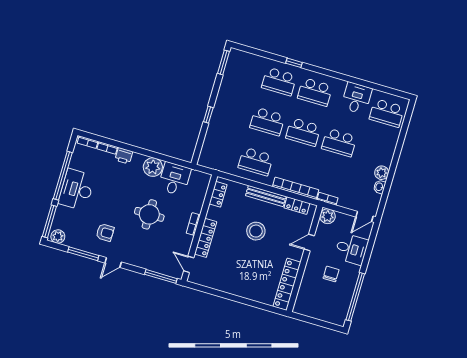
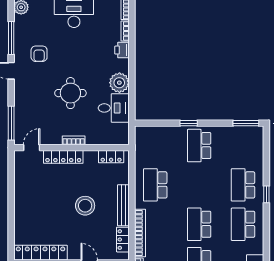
school desk: (267, 122) -> (199, 146), moved

